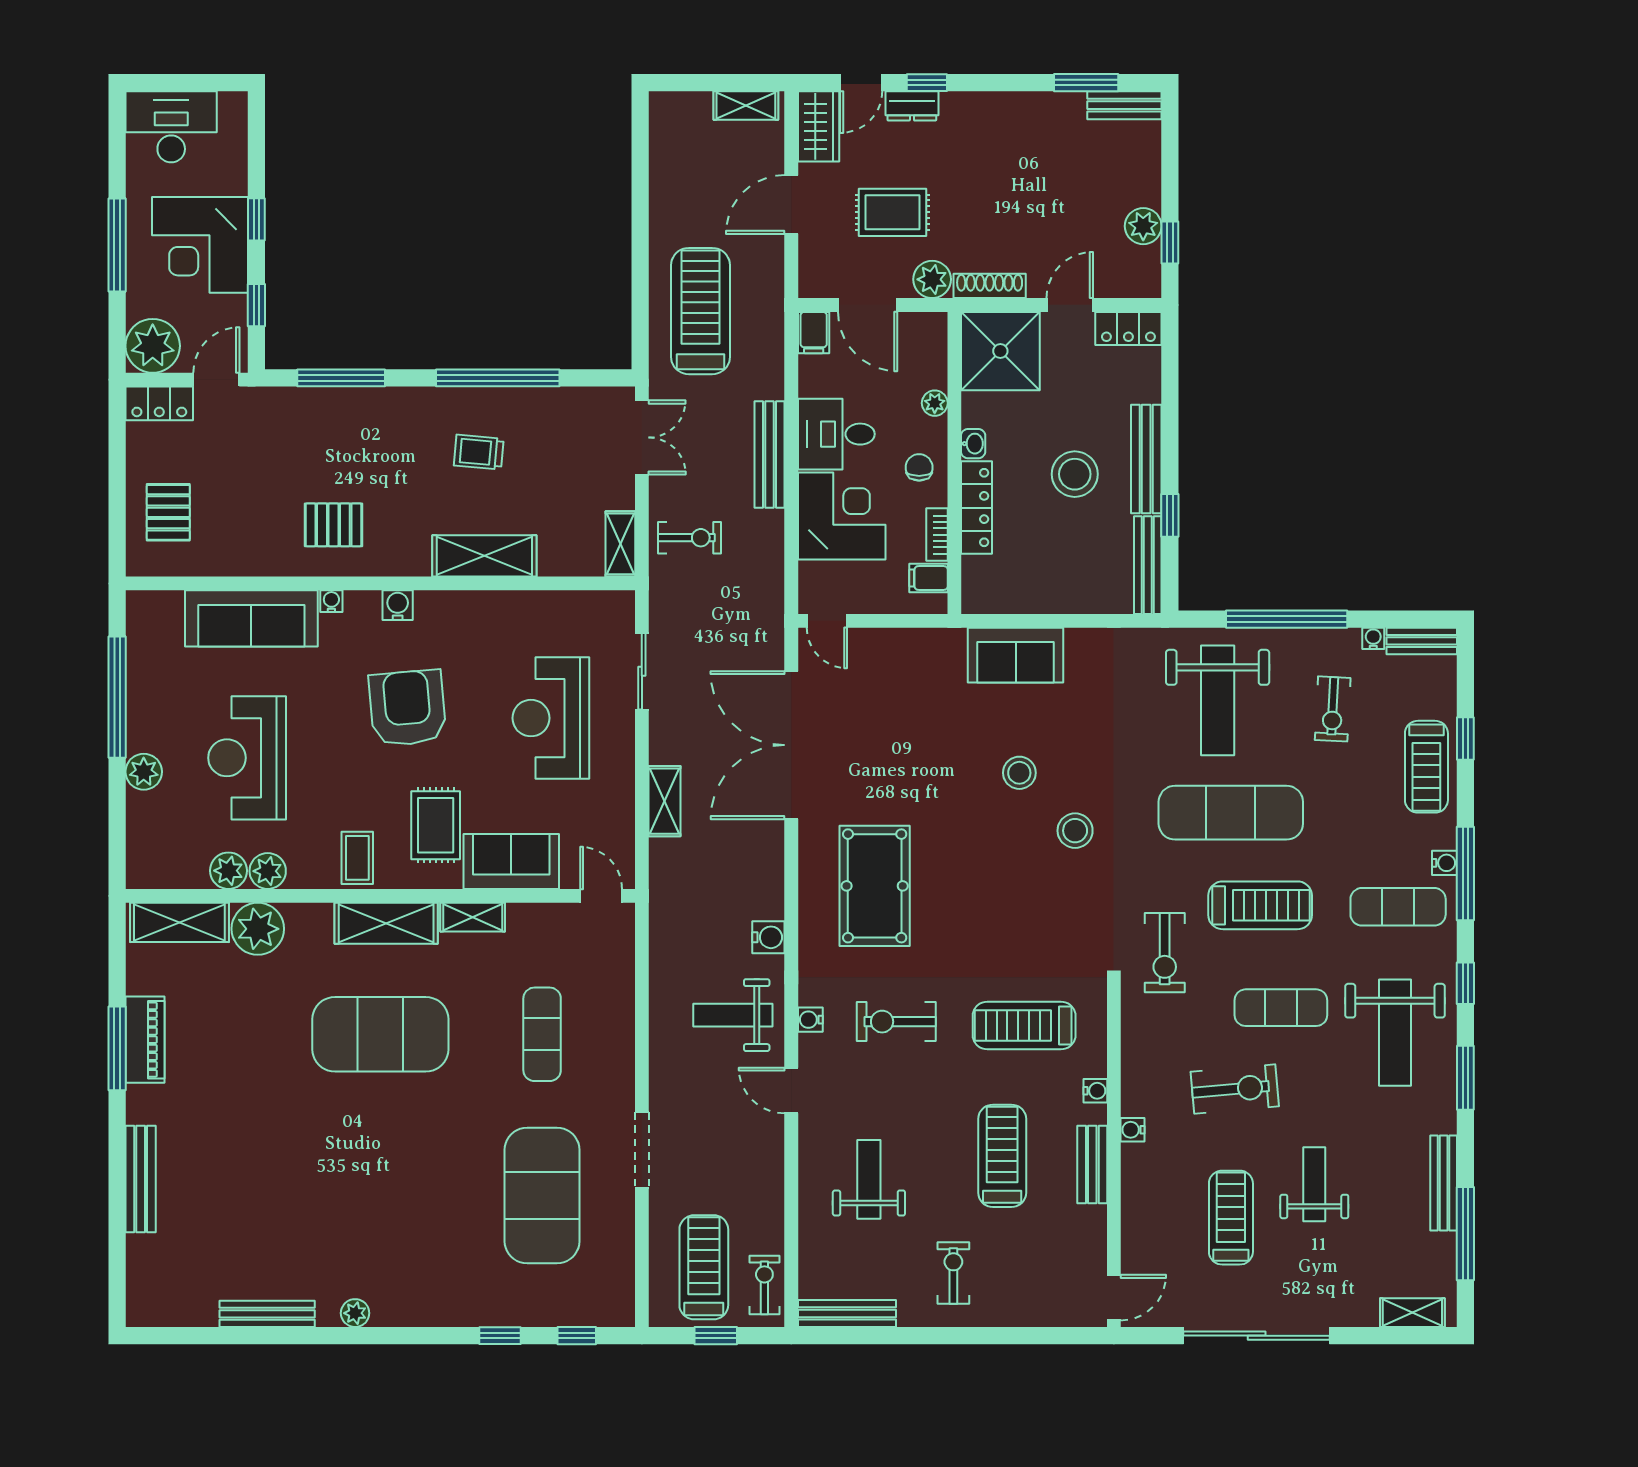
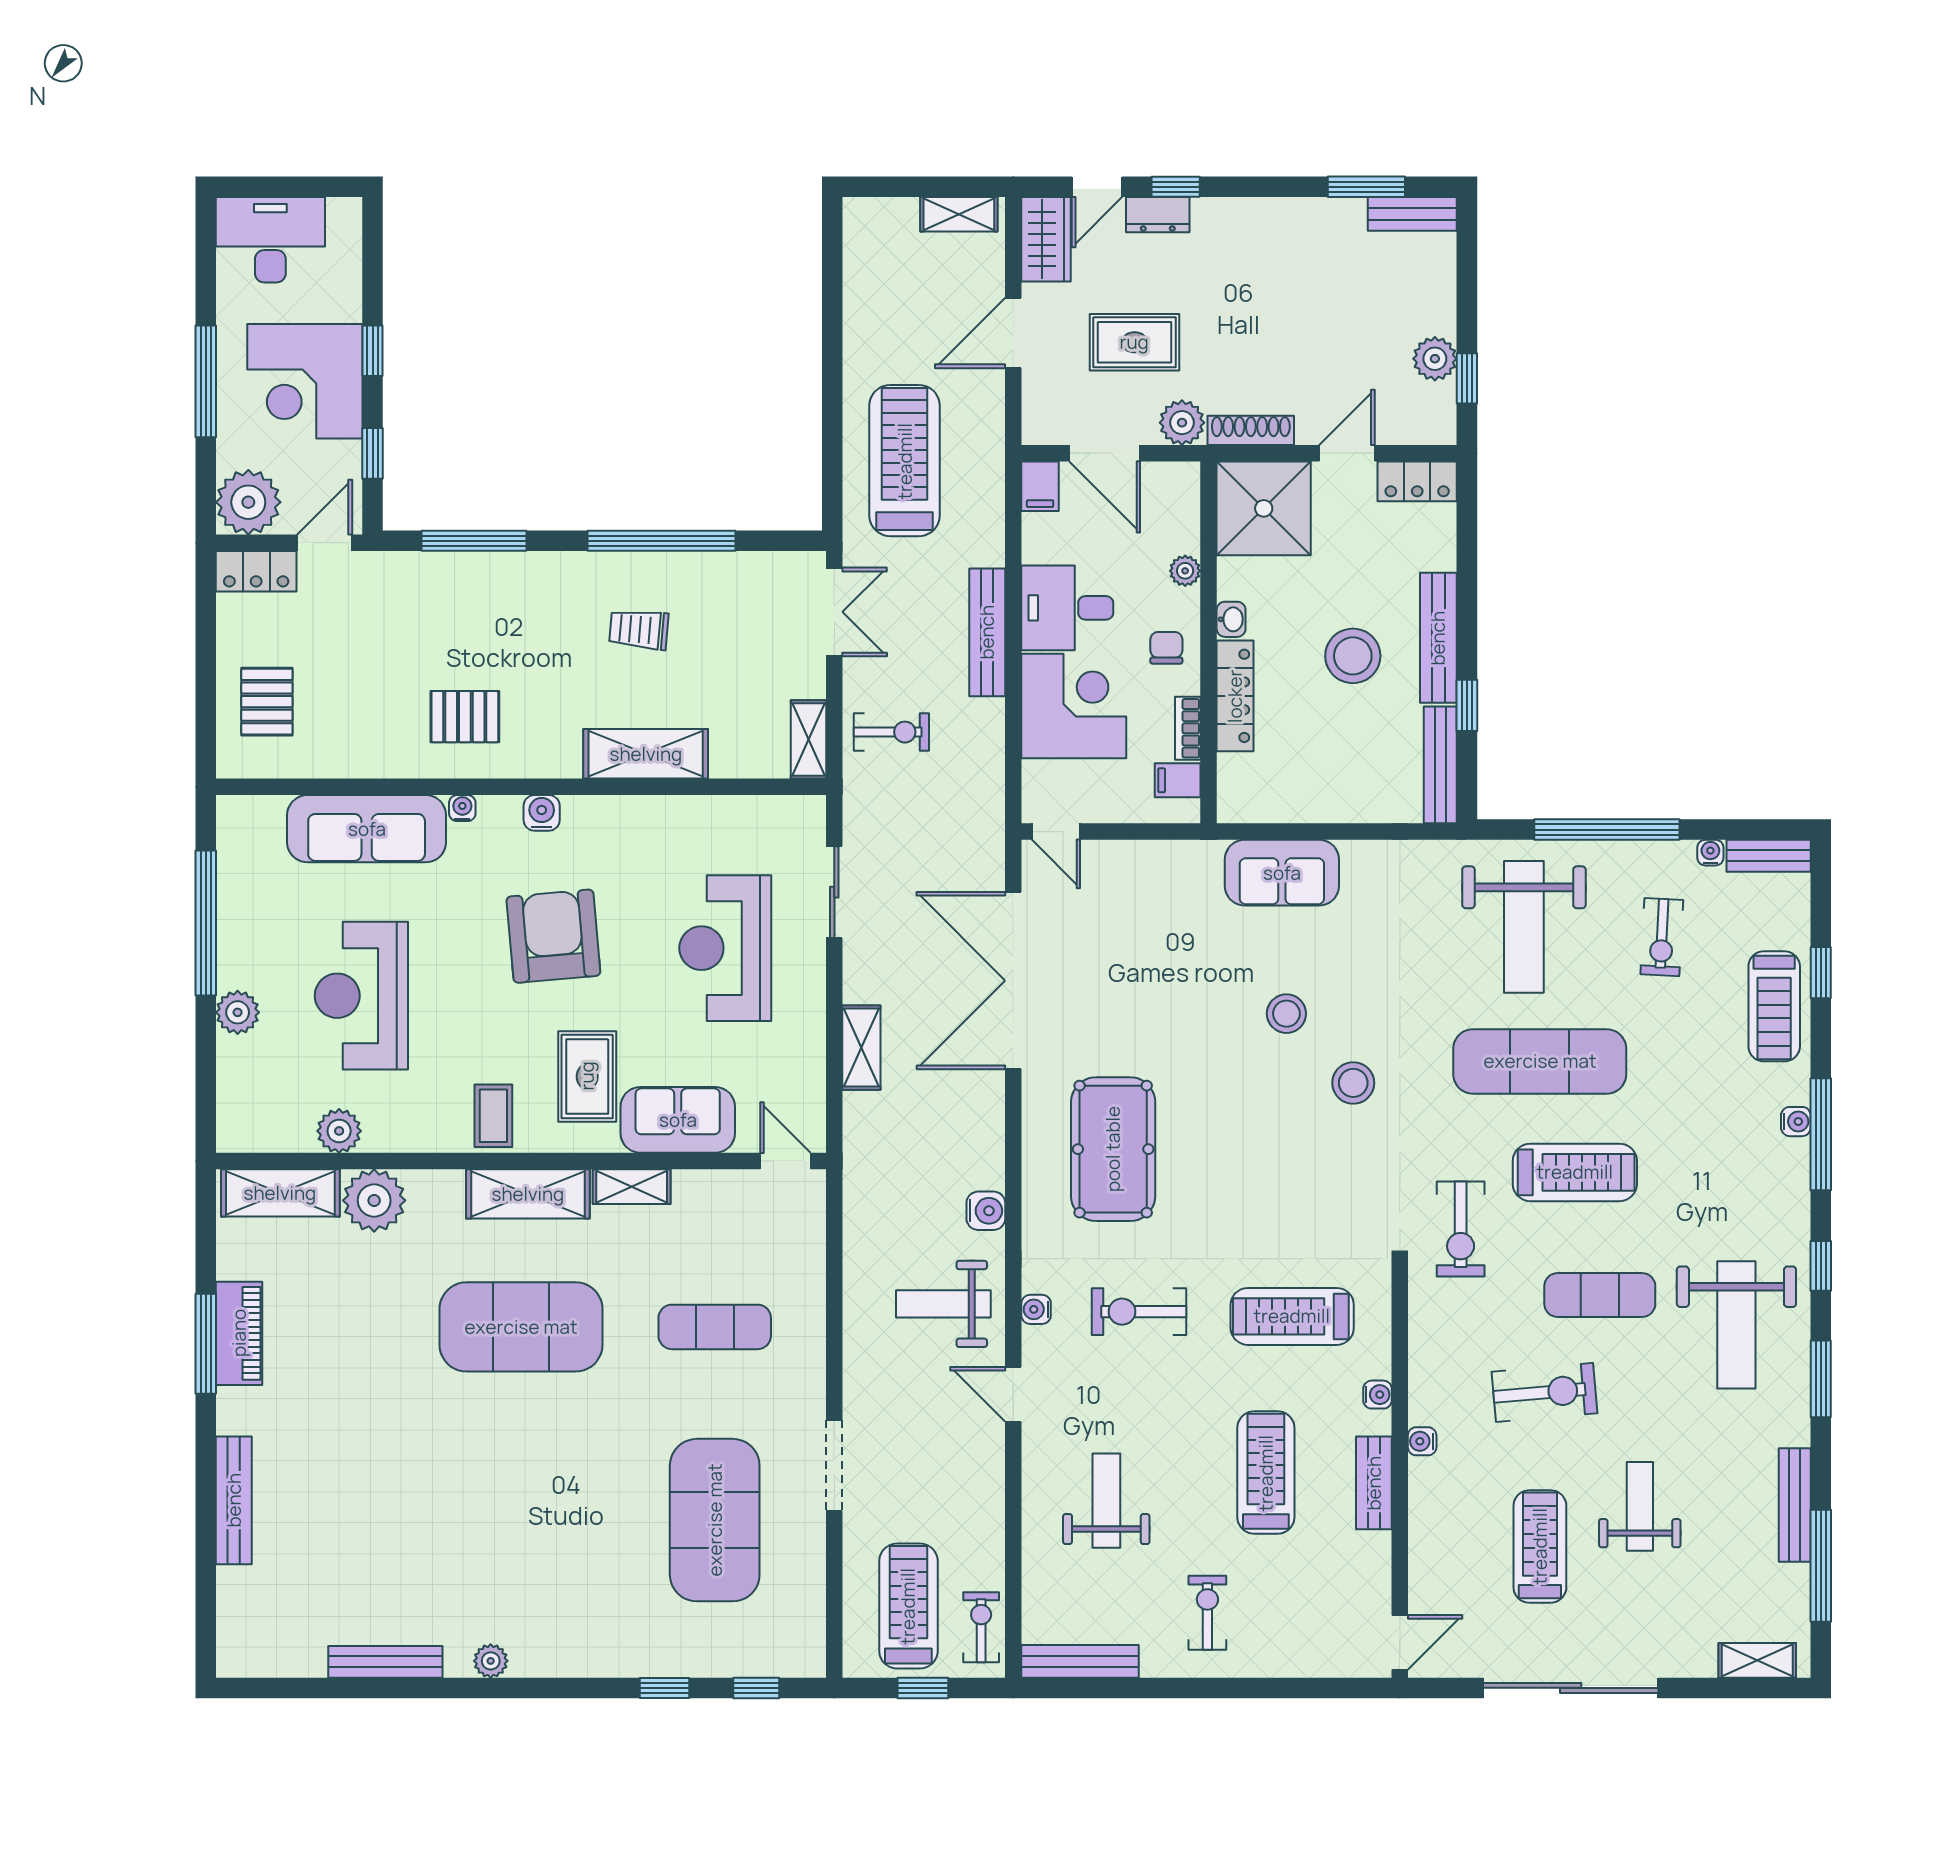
plant: (268, 871) -> (386, 1131), removed
exercise mat: (1398, 907) -> (1740, 1174), removed
exercise mat: (542, 1034) -> (715, 1327), turned 90

